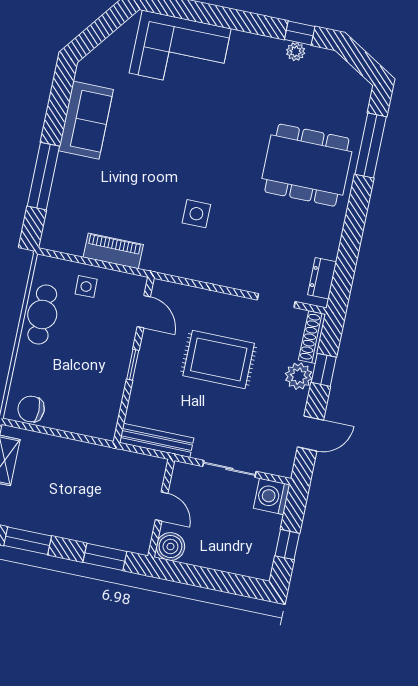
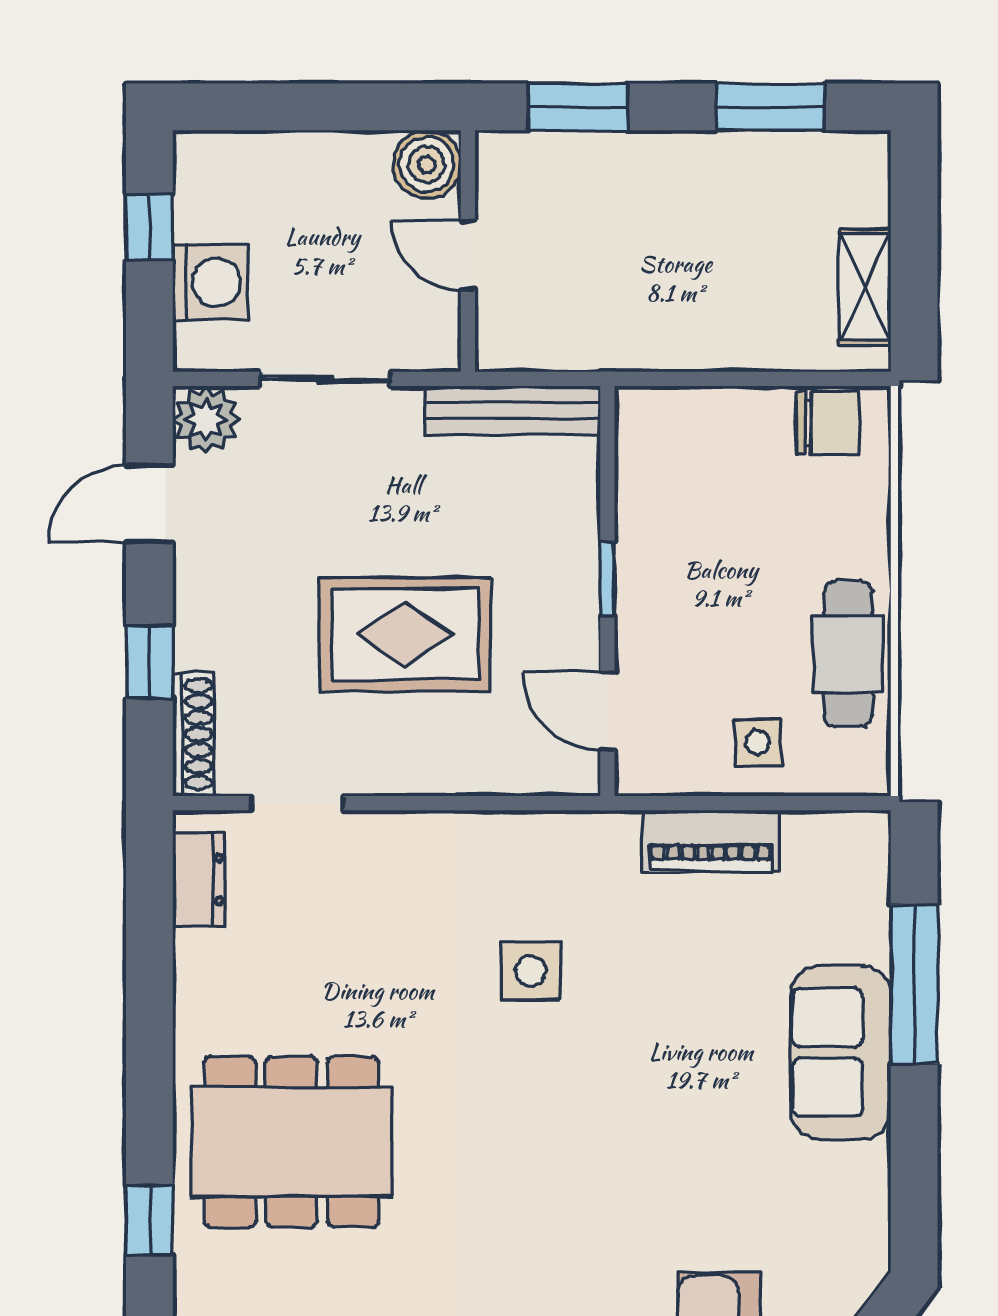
sofa: (86, 120) -> (841, 1053), moved
window: (371, 145) -> (149, 1220), width x0.46
plant: (299, 376) -> (206, 420), moved
washing machine: (272, 496) -> (210, 282), moved

